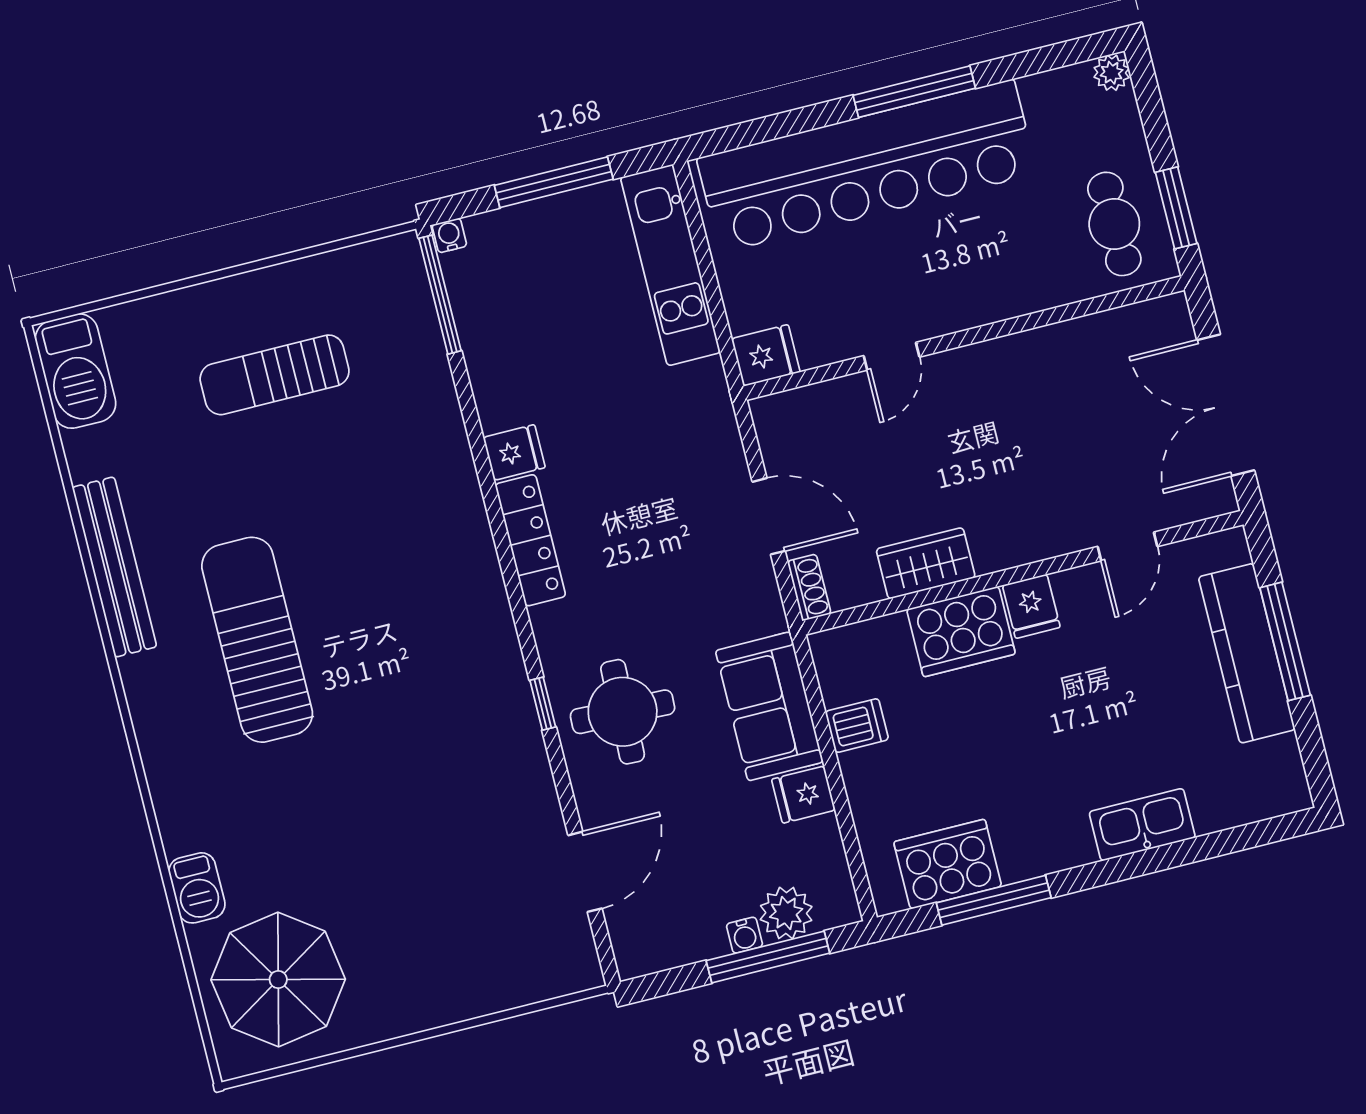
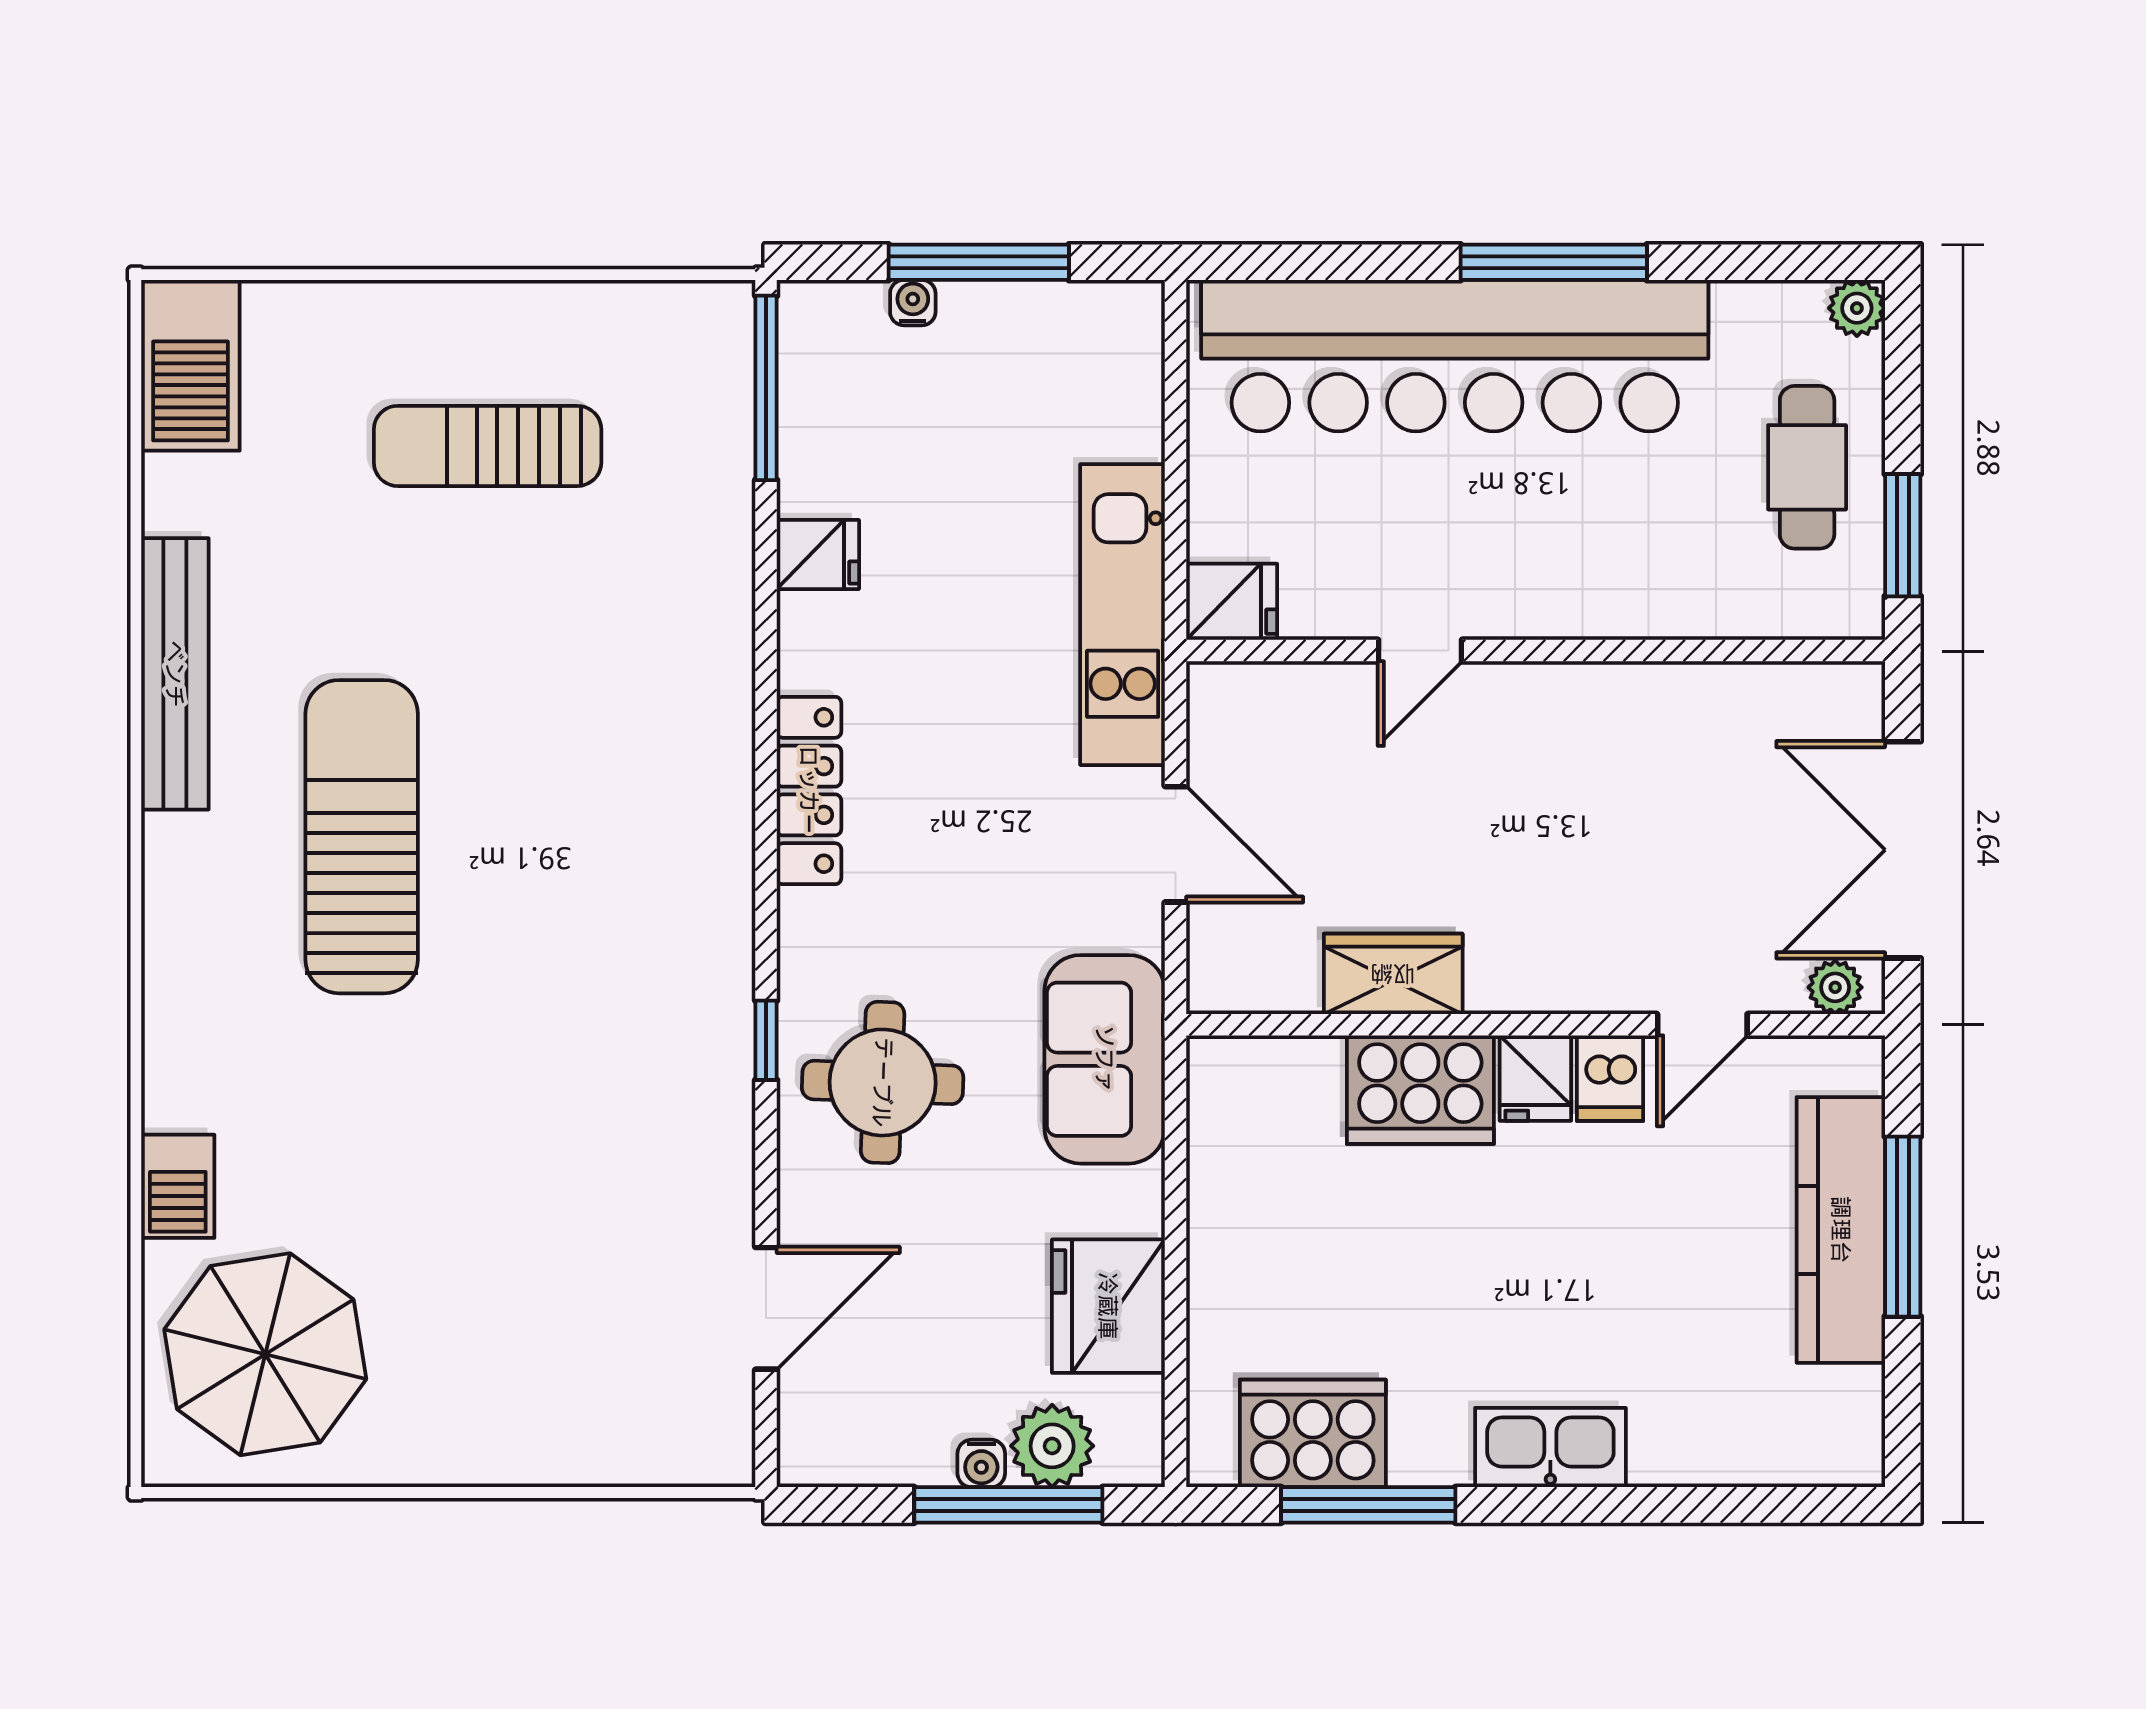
cafe table: (1114, 224) -> (1807, 467), moved
water cooler: (449, 235) -> (913, 303), moved
kitchen unit: (670, 265) -> (1123, 615), moved
fridge: (514, 452) -> (818, 555), moved
plant: (1205, 502) -> (1835, 987), added
shoe rack: (809, 587) -> (1209, 966), removed
sofa: (769, 706) -> (1105, 1059), moved
dishwasher: (857, 726) -> (1610, 1078), moved, turned 90
fridge: (803, 795) -> (1108, 1306), width x1.88, depth x1.34
kitchen sink: (1142, 825) -> (1550, 1448), moved

